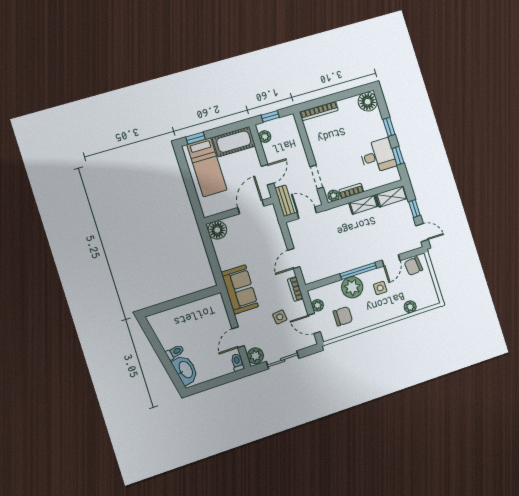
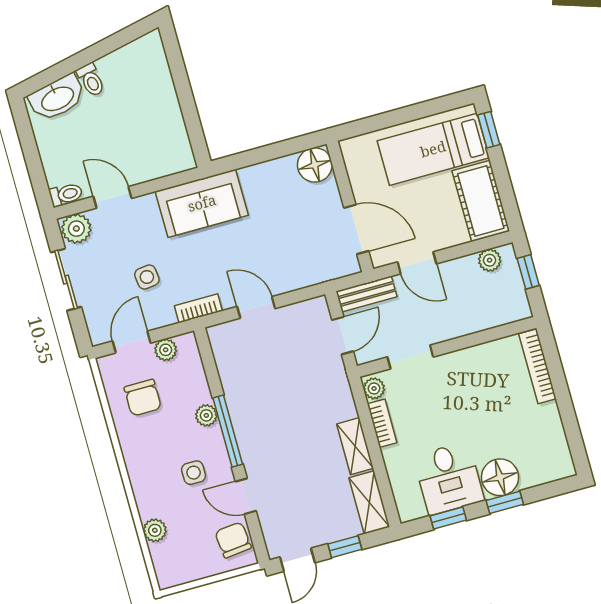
floor lamp: (368, 102) -> (500, 477), moved
plant: (352, 287) -> (206, 415), width x0.53, depth x0.53

